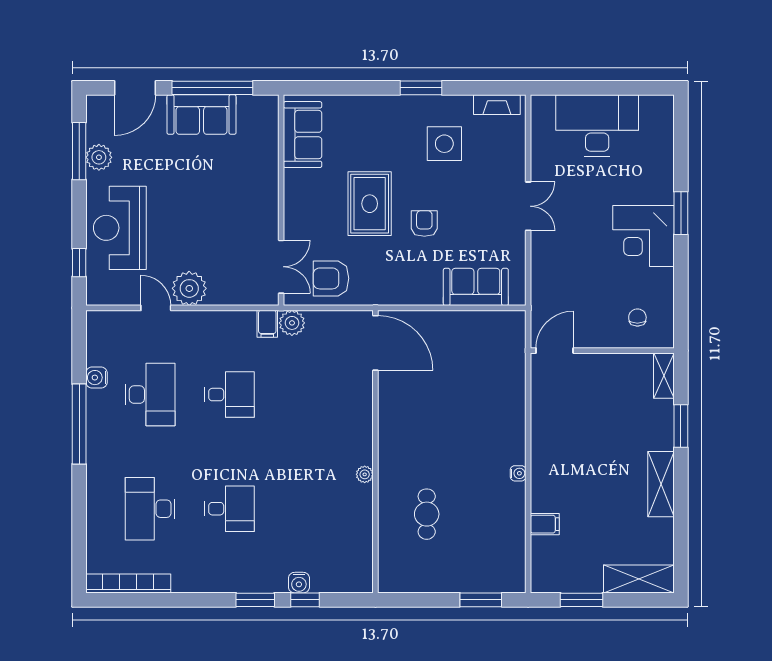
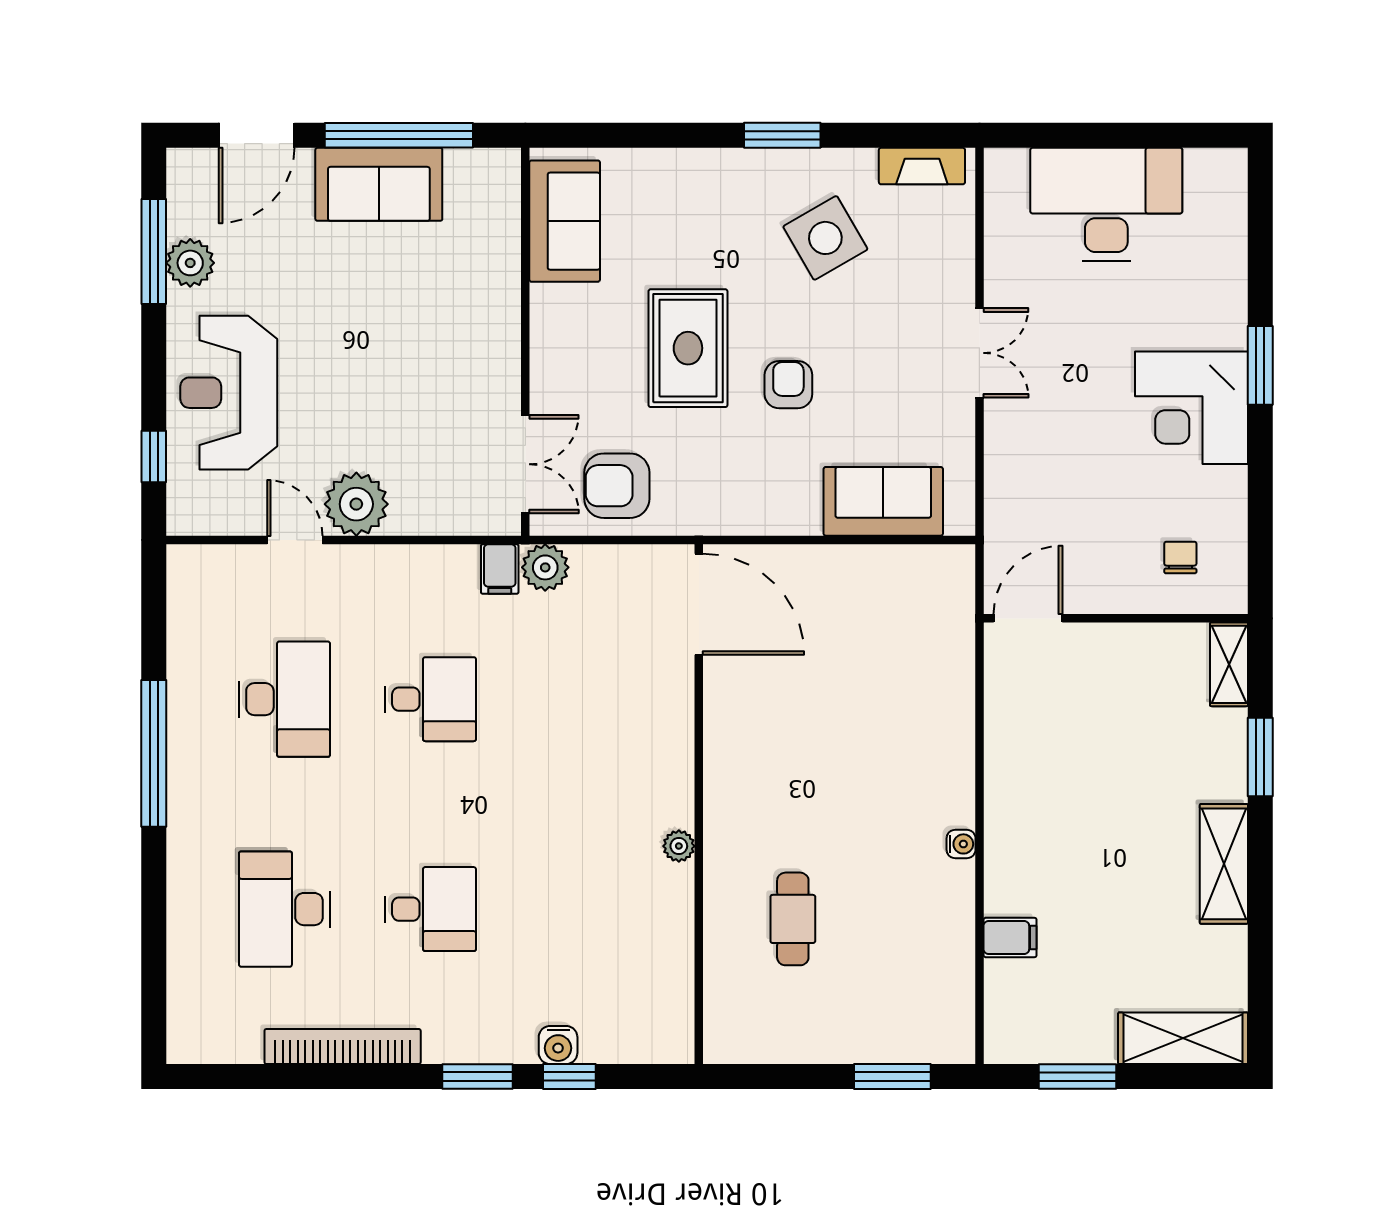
side table: (444, 144) -> (825, 238), turned -30
water cooler: (97, 378) -> (186, 668), removed
bookcase: (128, 583) -> (343, 1046), moved

